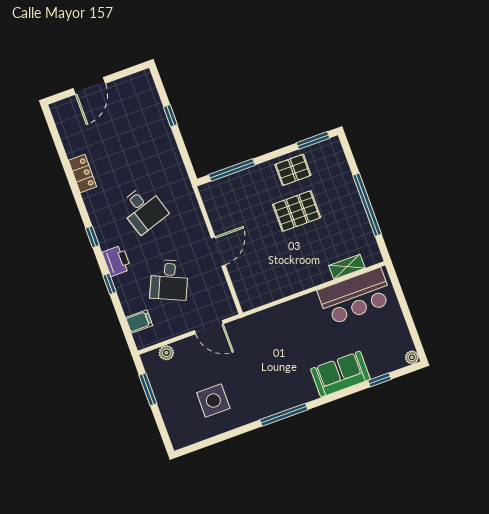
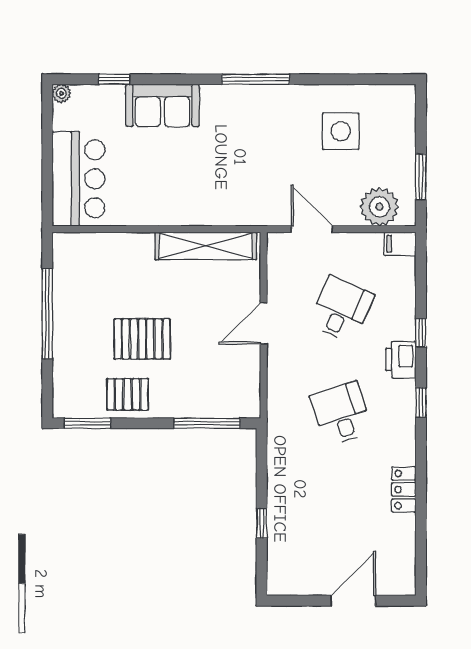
shelving: (347, 267) -> (206, 246), moved, width x2.20, depth x1.33
bar counter: (355, 296) -> (78, 179), moved, turned 90
filing cabinet: (139, 321) -> (400, 244), moved
plant: (166, 353) -> (379, 207), width x1.88, depth x1.88

